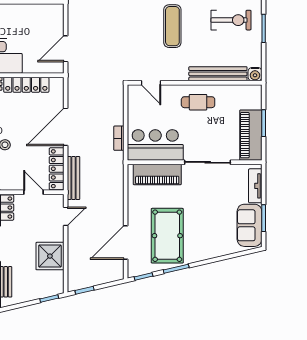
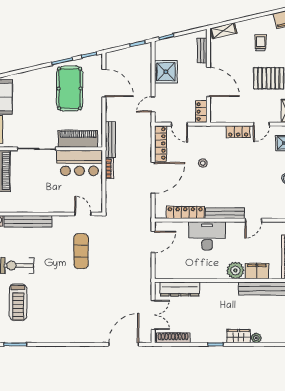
exercise mat: (172, 26) -> (81, 251), moved
cafe table: (198, 102) -> (44, 198), removed
bench: (74, 178) -> (110, 140), moved
door: (126, 242) -> (104, 83), hinge flipped

